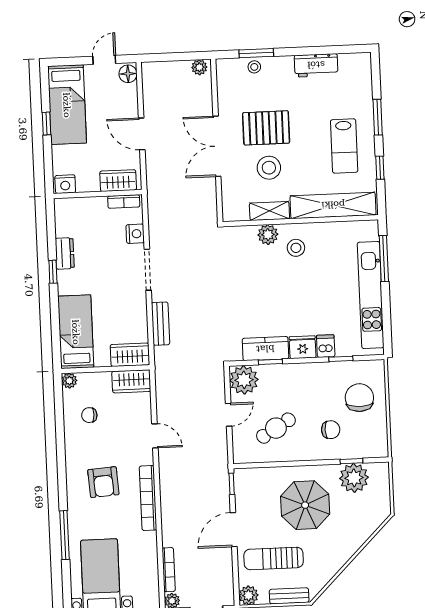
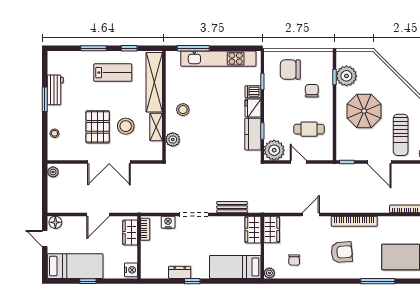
window: (256, 53) -> (45, 99), moved
plant: (268, 235) -> (173, 140), moved
cafe table: (276, 428) -> (309, 129), turned -59

